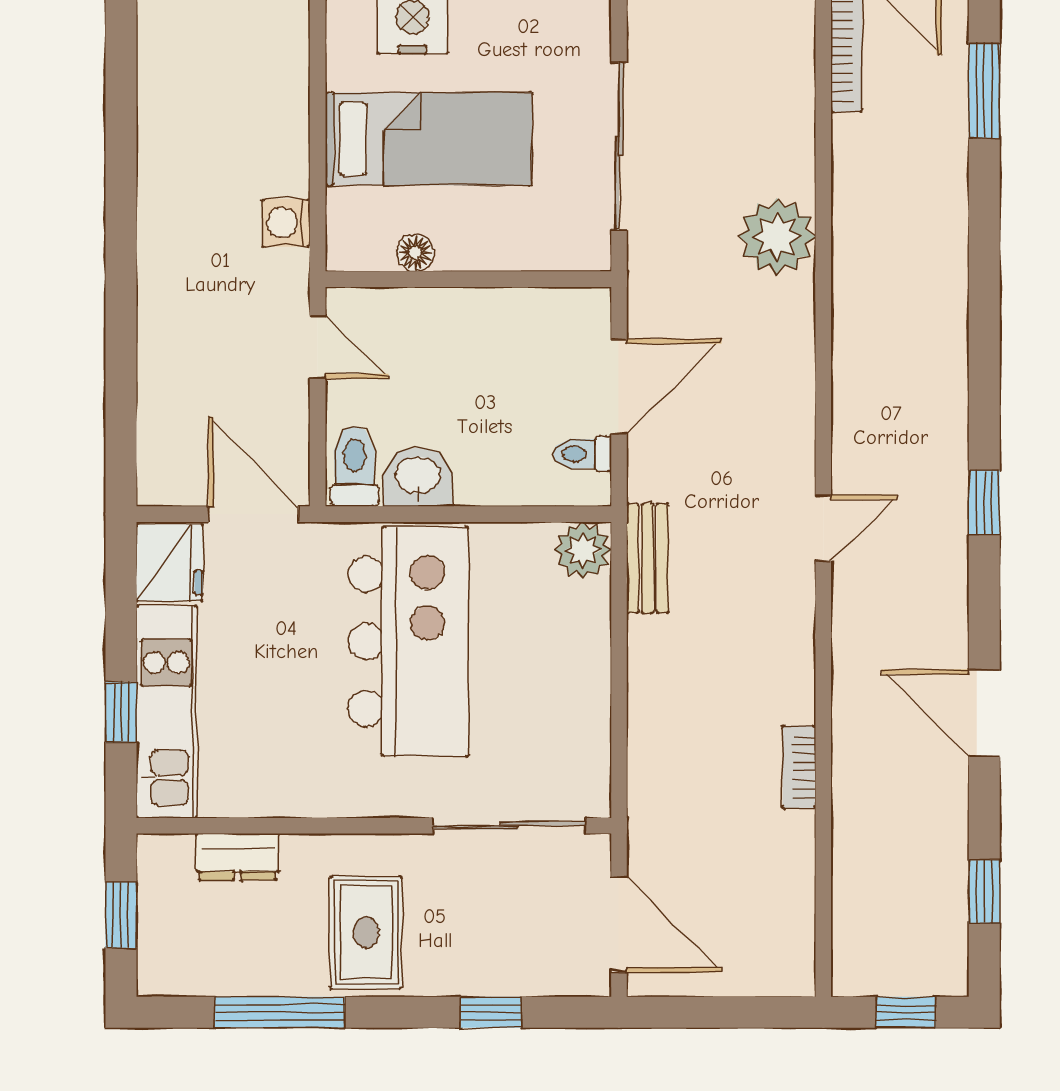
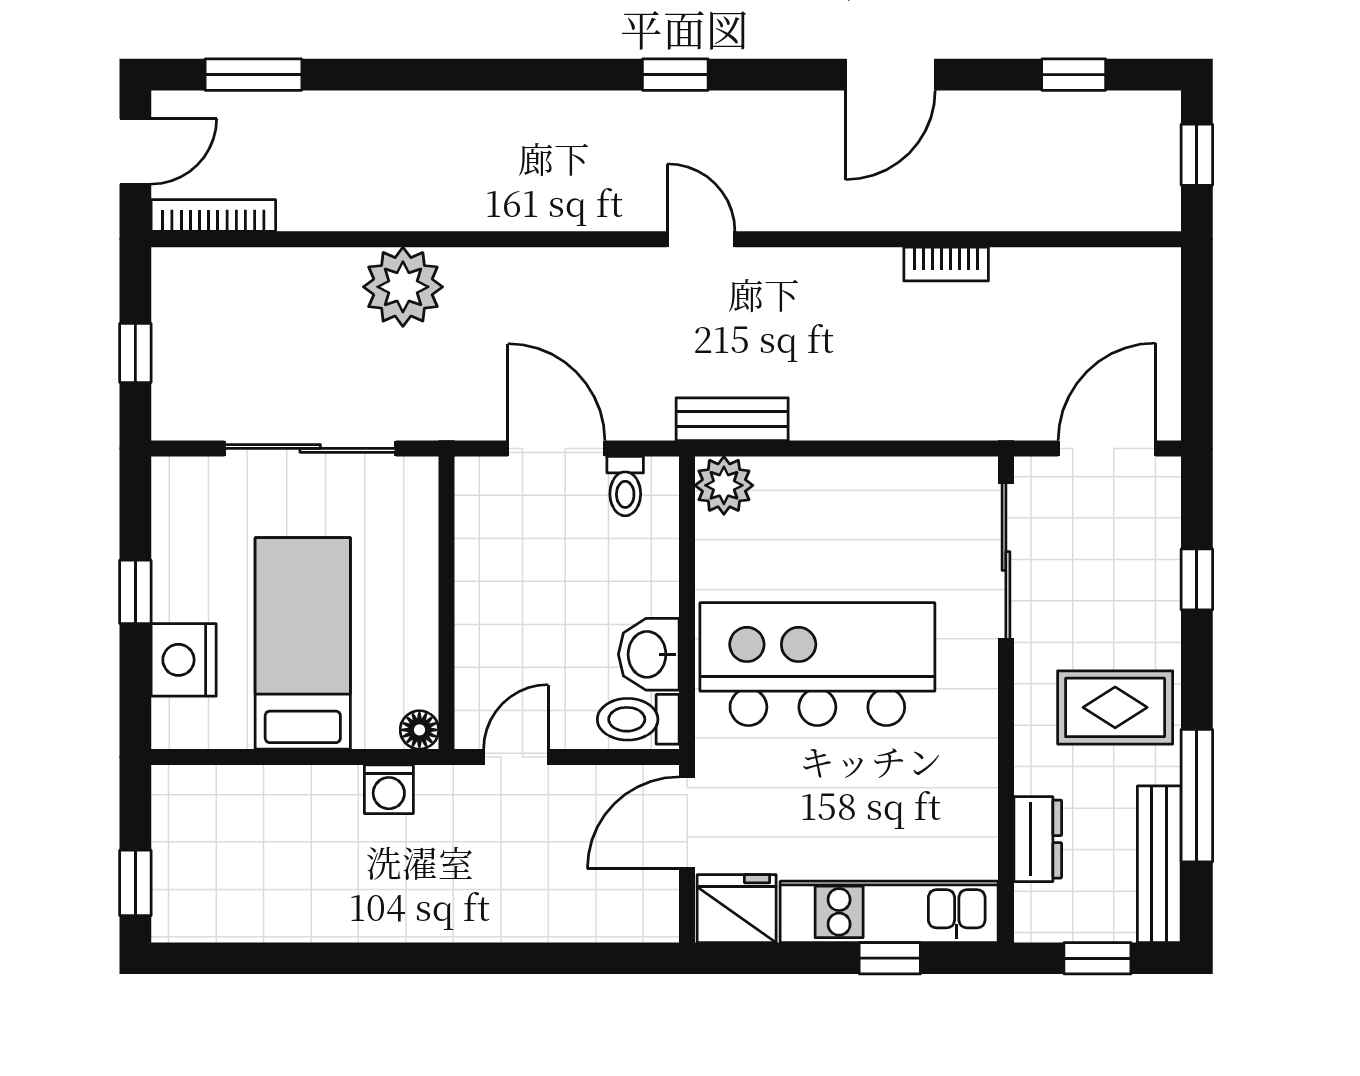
floor lamp: (415, 253) -> (419, 730), moved
bench: (213, 975) -> (1159, 864), added

